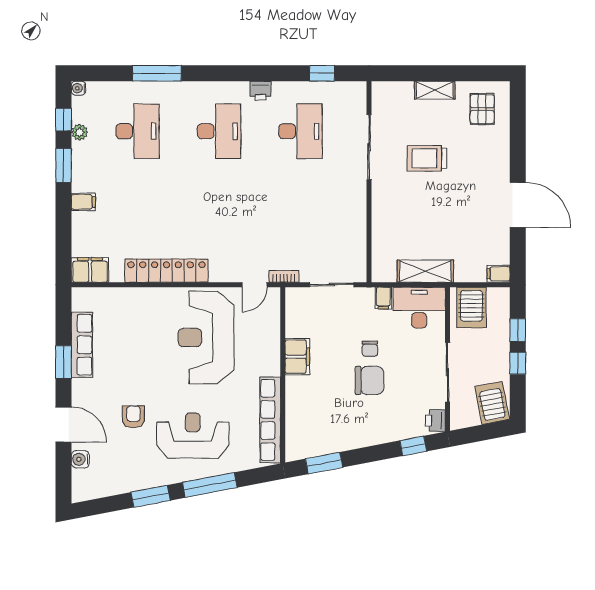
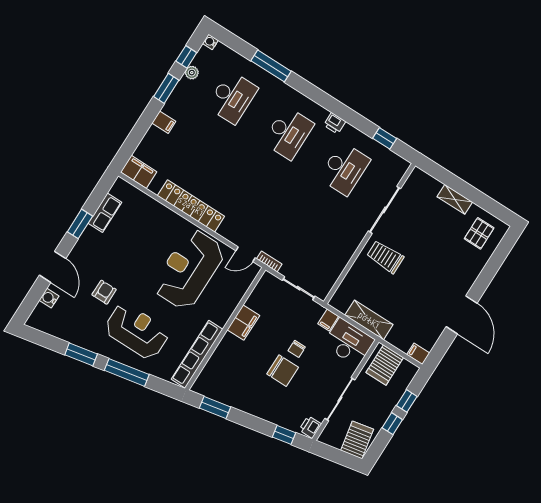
trolley: (427, 158) -> (385, 257), moved
row of seats: (82, 345) -> (105, 213), width x0.68

